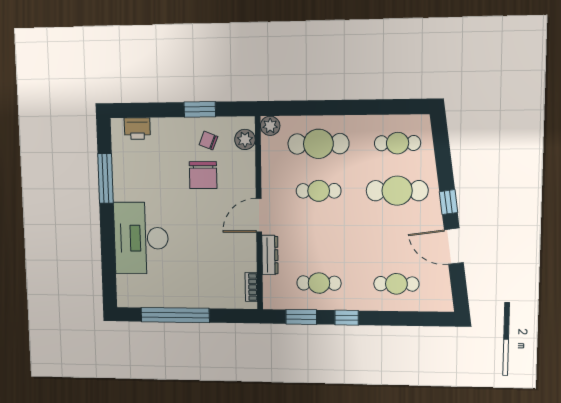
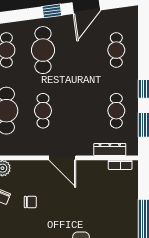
chair: (203, 175) -> (30, 202), width x0.54, depth x0.54
dresser: (270, 255) -> (110, 149), moved

